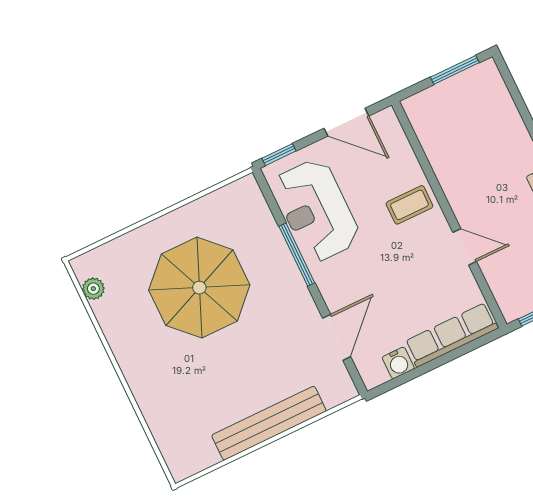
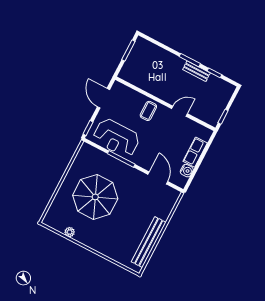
door: (346, 122) -> (104, 98), swing flipped
plant: (93, 289) -> (70, 232), moved
row of seats: (451, 335) -> (195, 152), width x0.68
bench: (269, 423) -> (149, 242), moved

